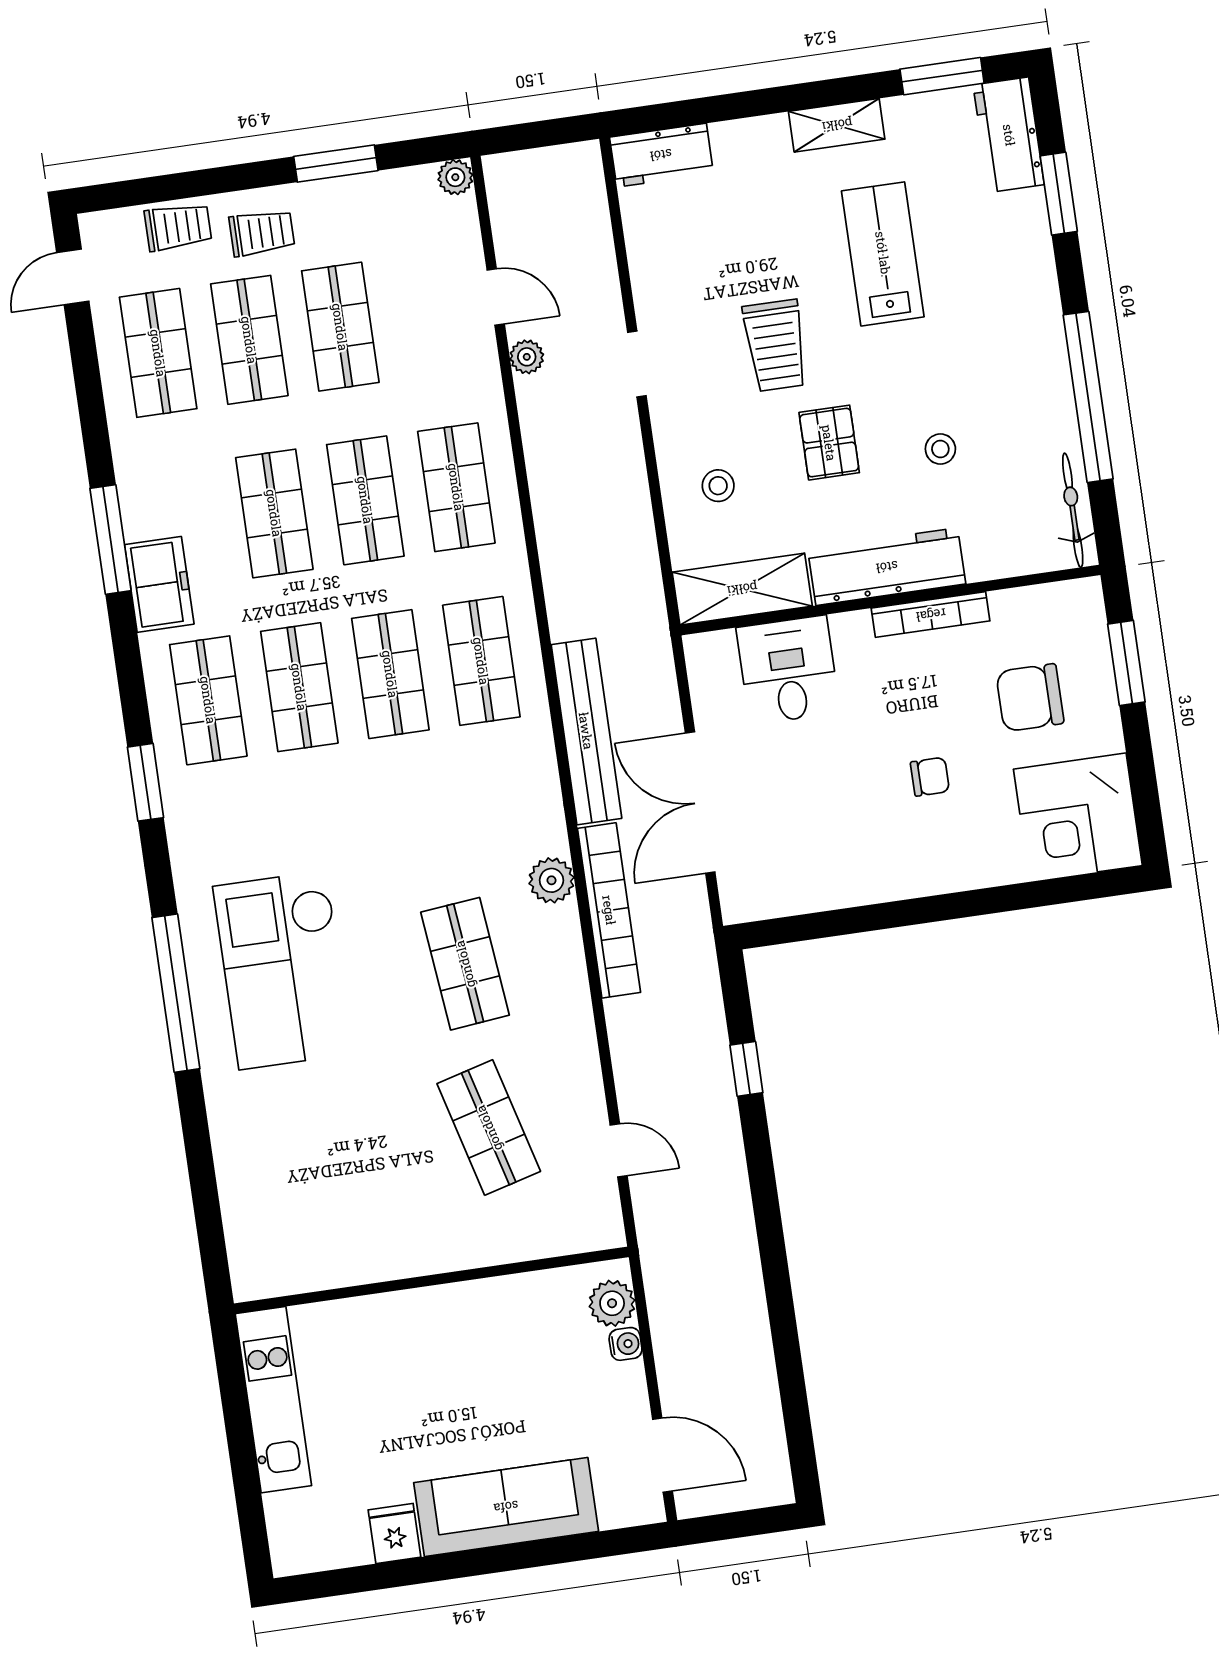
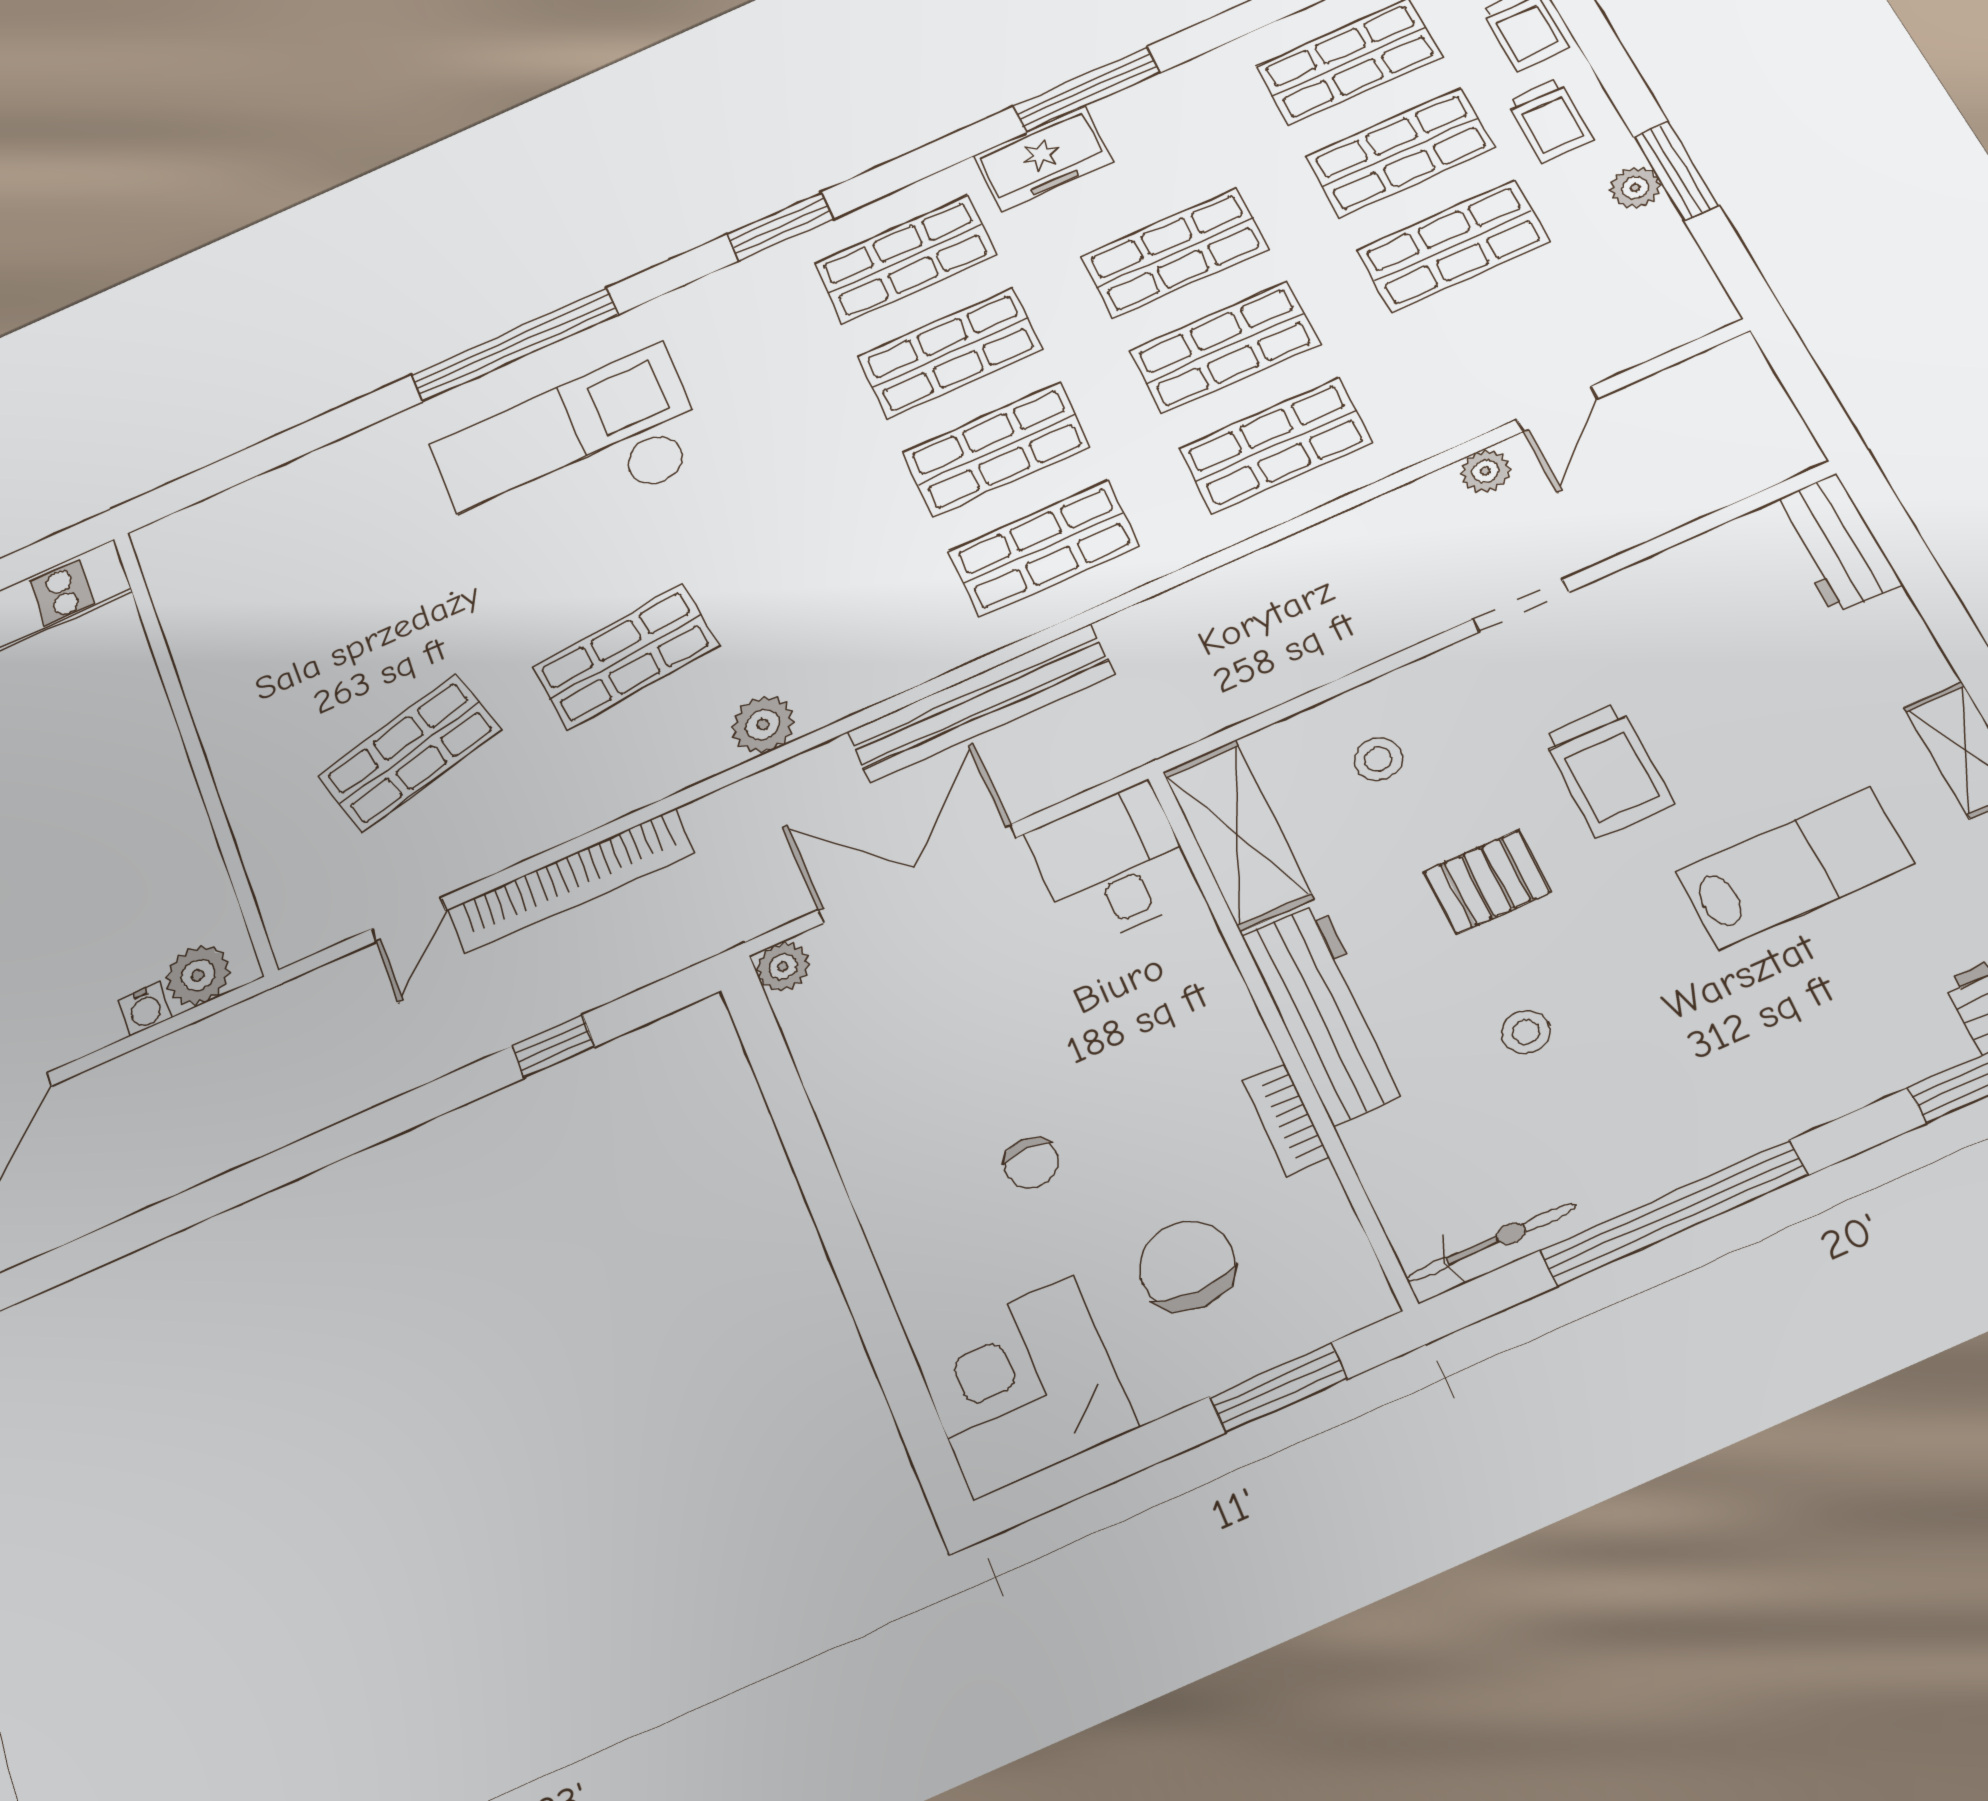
plant: (455, 177) -> (1635, 188), moved
trolley: (775, 345) -> (1607, 770), turned -90
bookcase: (931, 615) -> (1286, 1119), width x0.64
desk: (788, 670) -> (1113, 865), moved, turned -90
plant: (739, 905) -> (783, 967), added
bookcase: (609, 910) -> (570, 881), moved

